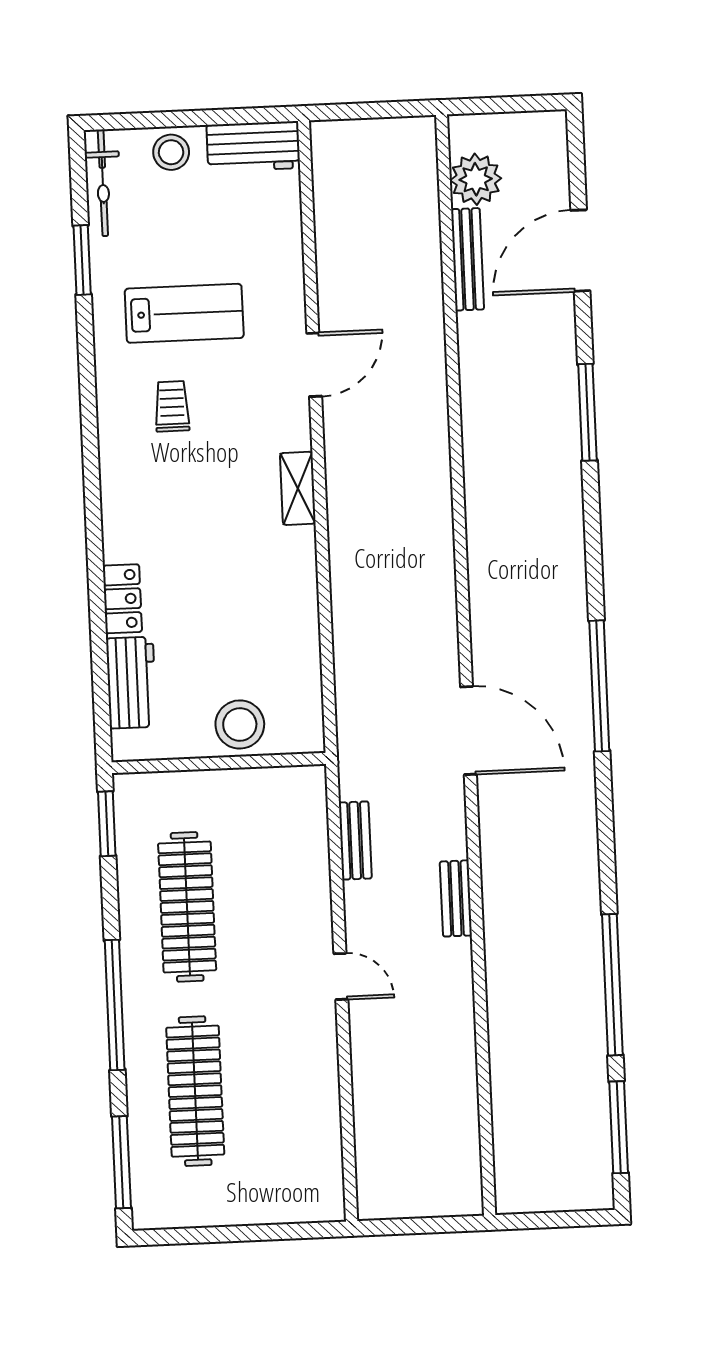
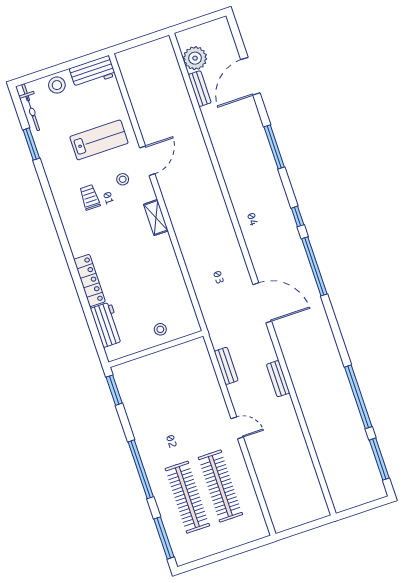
bench: (468, 259) -> (200, 89), width x0.73
lab bench: (184, 313) -> (99, 140), moved
stool: (252, 389) -> (123, 179), added
window: (594, 572) -> (298, 216), added
locker: (122, 599) -> (90, 280), width x1.53
stool: (240, 724) -> (160, 329), width x0.53, depth x0.53
clothes rail: (187, 907) -> (220, 486), moved

